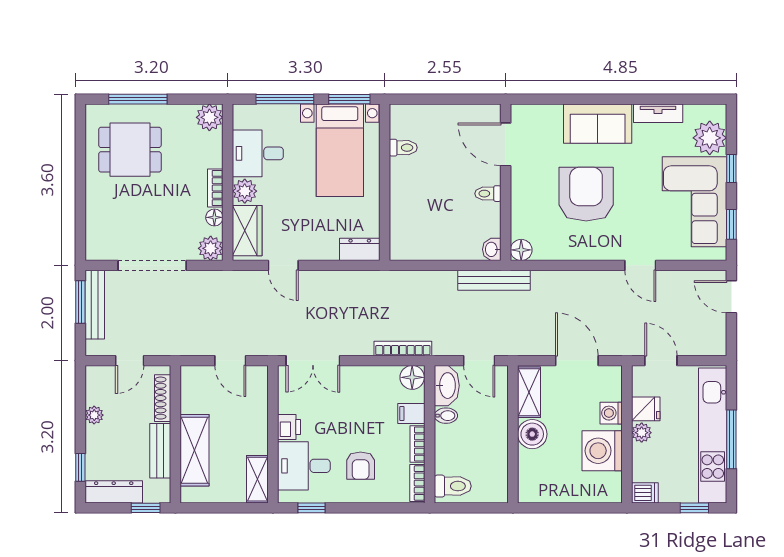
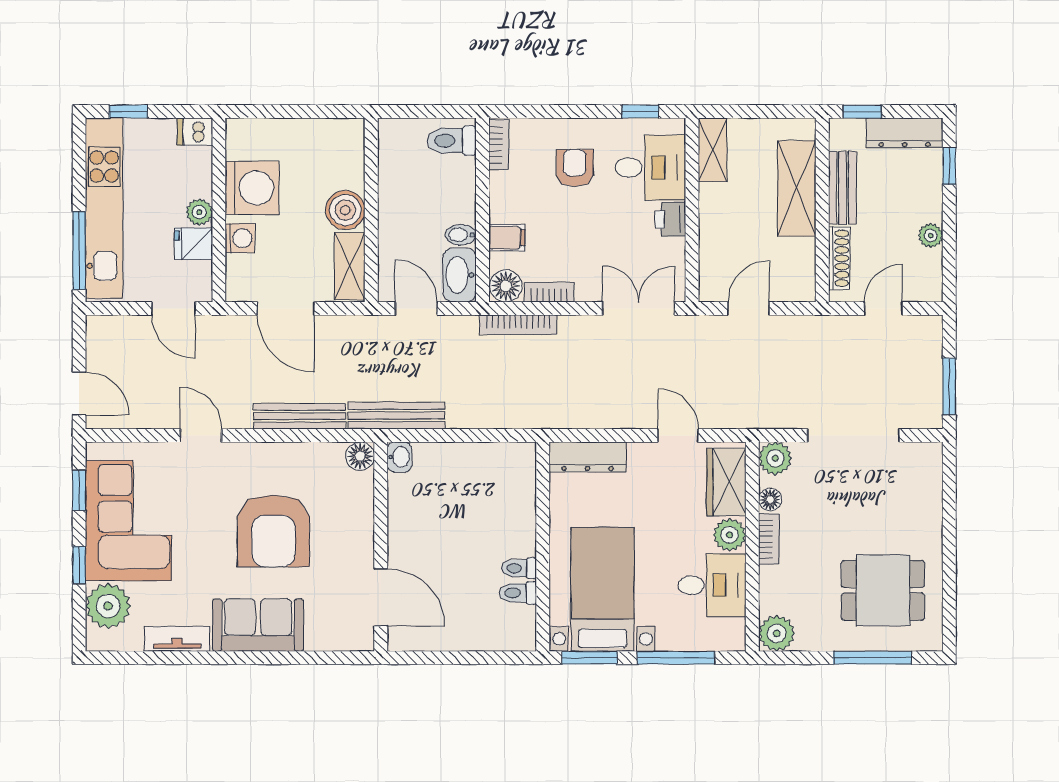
toilet: (488, 194) -> (519, 568), moved, turned 180
dresser: (360, 249) -> (588, 457), width x1.44
bench: (95, 305) -> (300, 416), moved, turned 90
door: (230, 361) -> (749, 308), hinge flipped
window: (731, 439) -> (79, 251), moved
bookcase: (418, 444) -> (549, 292), moved, turned -90

